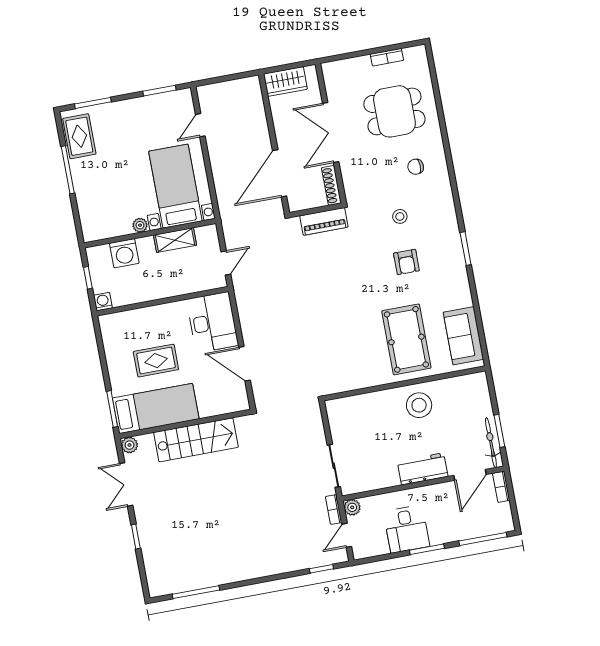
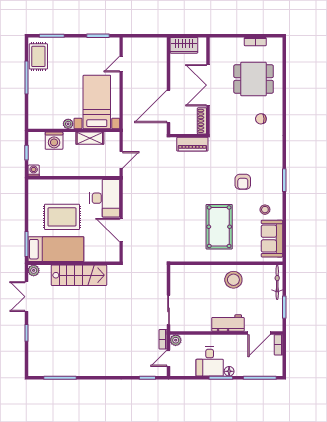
stool: (400, 216) -> (265, 210), moved
pool table: (406, 339) -> (219, 227), moved
rug: (156, 361) -> (62, 217), width x1.36, depth x1.43
bicycle: (491, 443) -> (277, 282), moved
floor lamp: (437, 538) -> (229, 371), added

